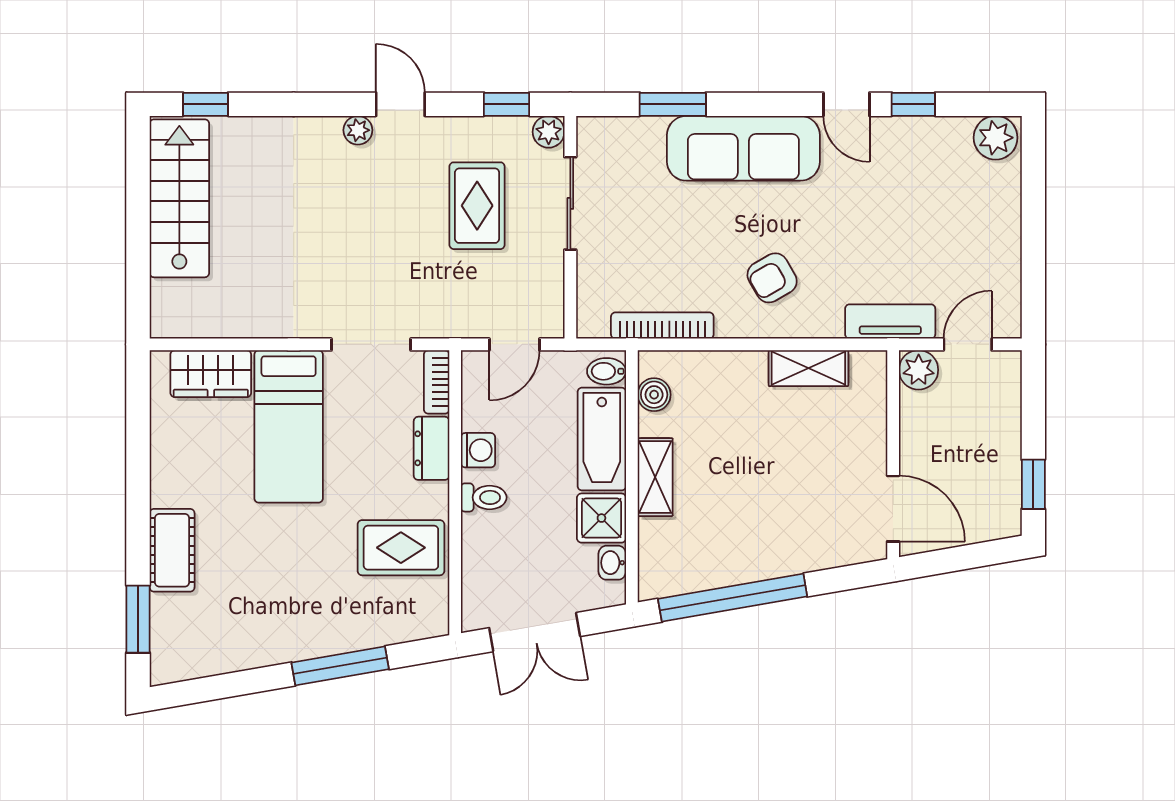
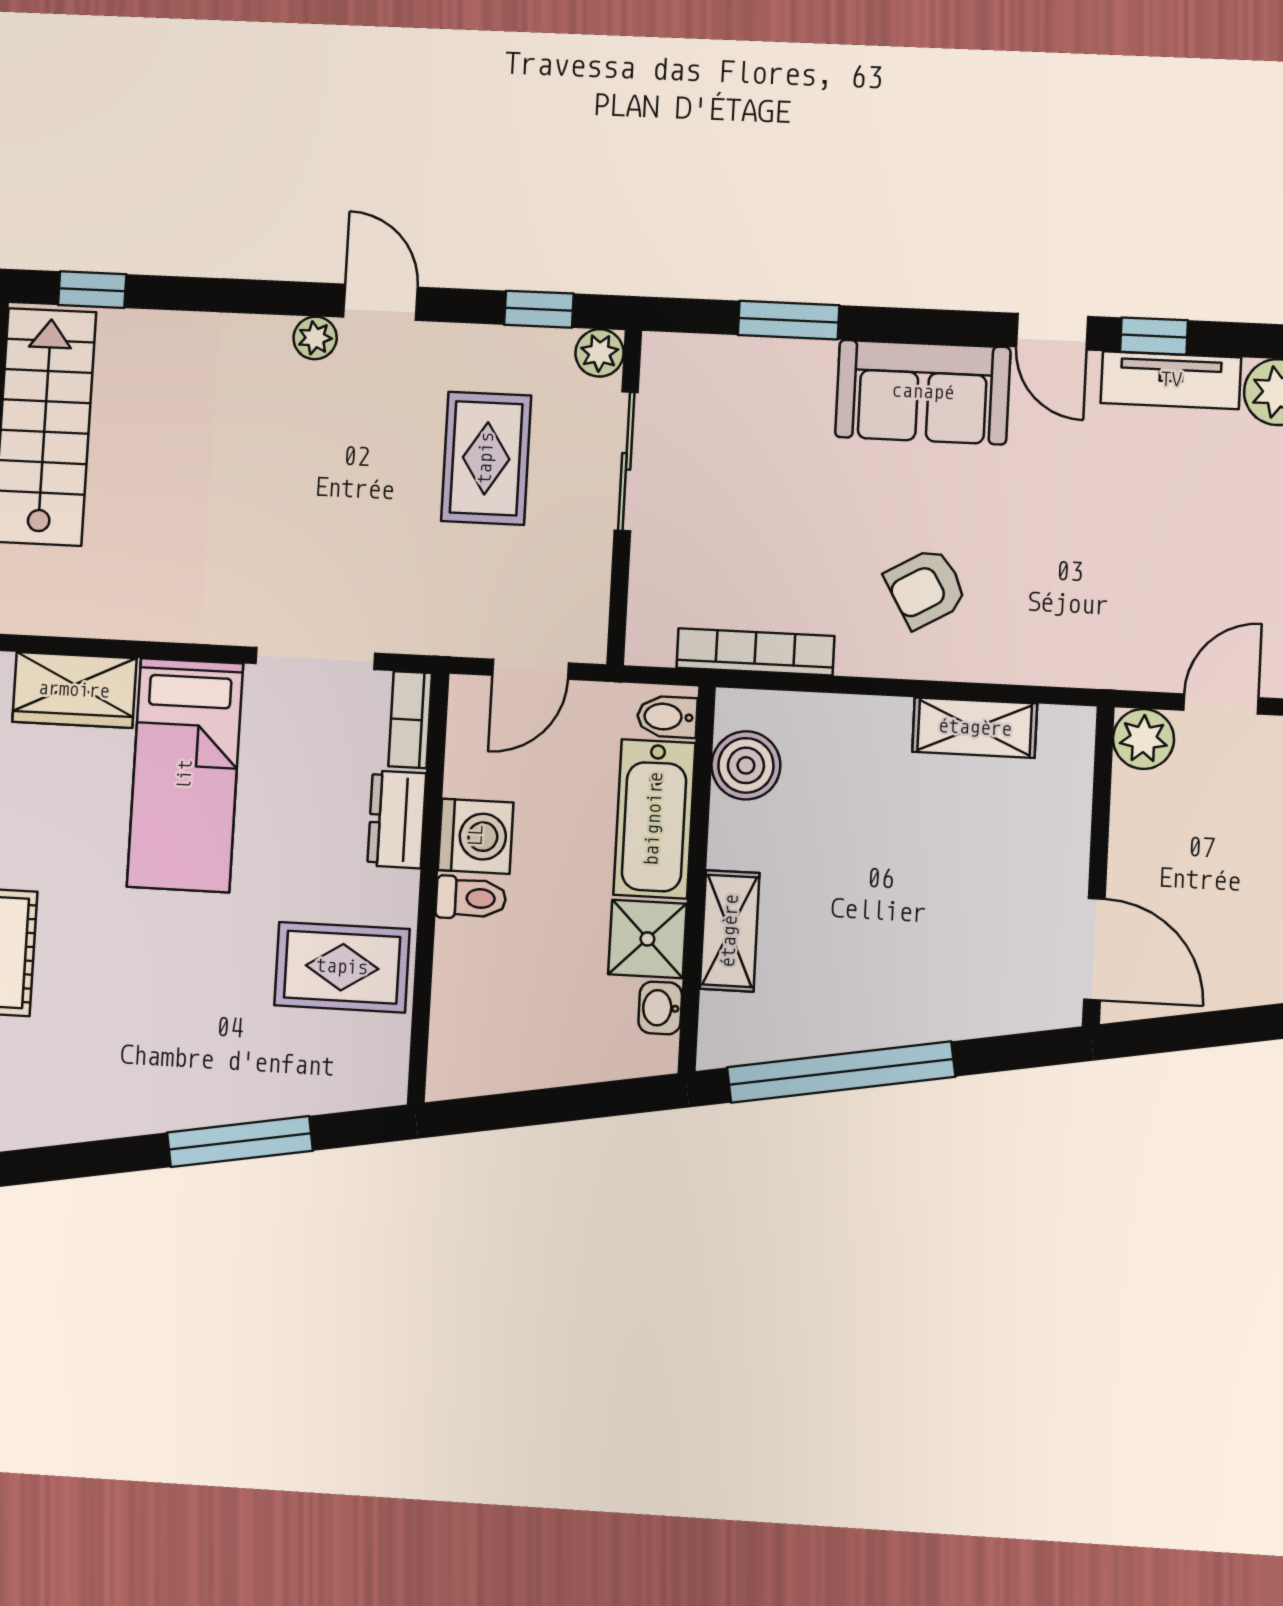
sofa: (743, 148) -> (923, 392), width x0.73
tv unit: (890, 321) -> (1171, 380), moved, turned 180
boiler: (654, 395) -> (746, 765), width x1.36, depth x1.36
washing machine: (478, 450) -> (476, 836), width x1.38, depth x1.38
shelving: (655, 477) -> (730, 931), moved
double door: (535, 632) -> (536, 1107), removed

